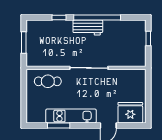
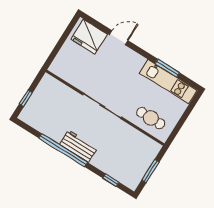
window: (59, 18) -> (111, 180), moved
kitchen unit: (71, 116) -> (168, 82), moved

